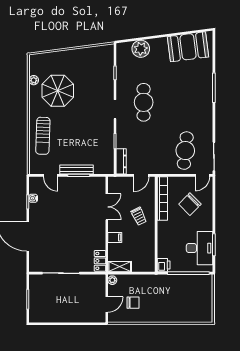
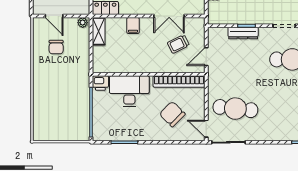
dresser: (121, 161) -> (243, 33), moved
door: (141, 175) -> (206, 57), hinge flipped
trolley: (139, 216) -> (178, 44), moved
desk: (200, 248) -> (129, 91), moved, turned 180

